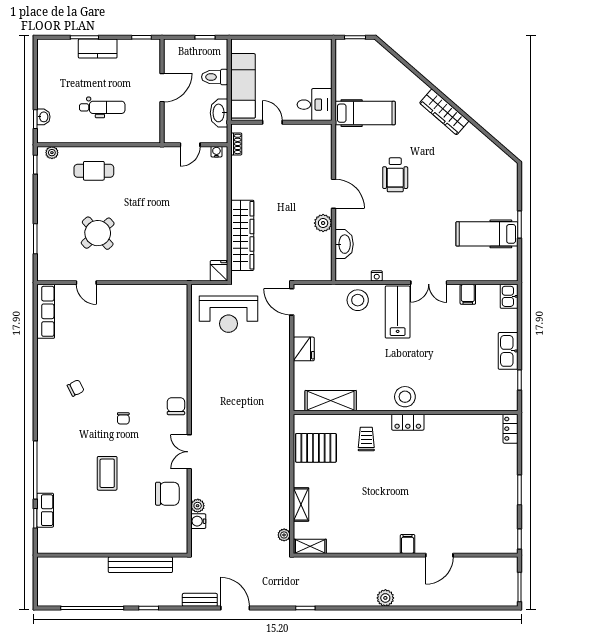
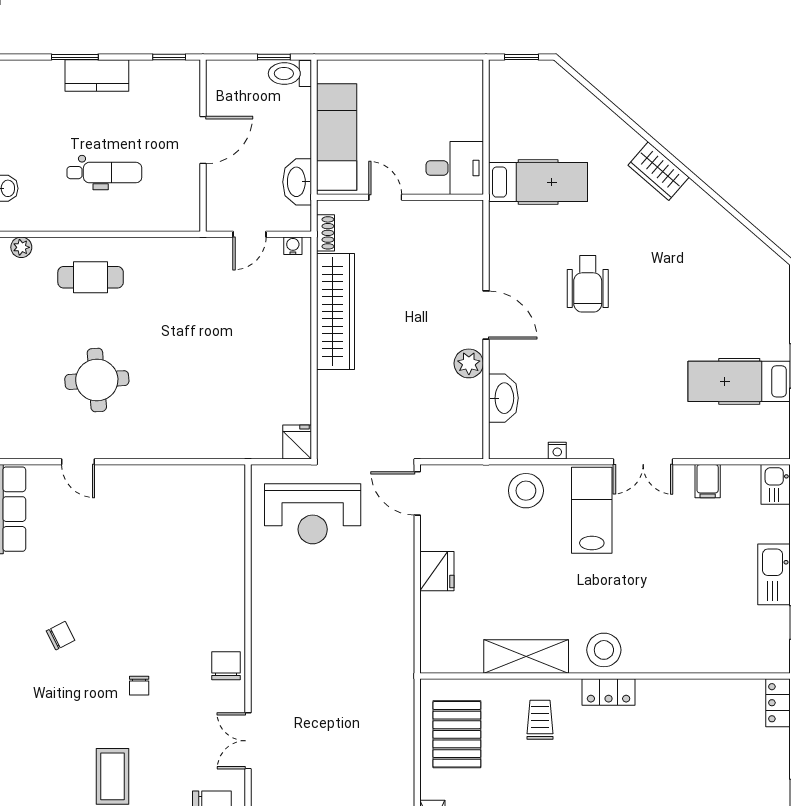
toilet: (215, 77) -> (290, 74), moved
wardrobe: (444, 112) -> (658, 171), width x0.67
round table: (98, 233) -> (97, 380), turned 38
wardrobe: (242, 235) -> (336, 312), moved
shelving: (331, 401) -> (526, 656), moved
pallet: (316, 448) -> (457, 734), turned 90

